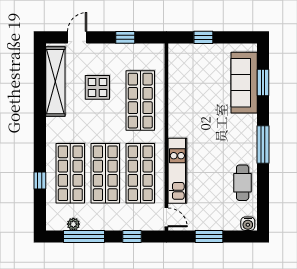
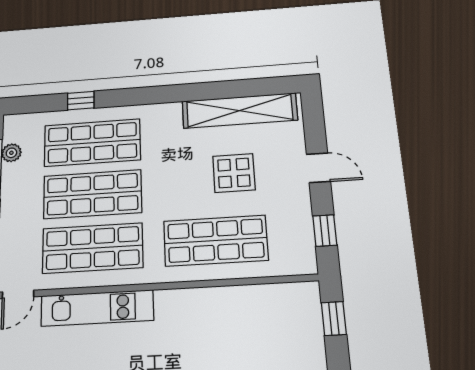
door: (77, 37) -> (318, 168), moved
window: (125, 37) -> (325, 231), moved
window: (203, 37) -> (334, 318), moved

